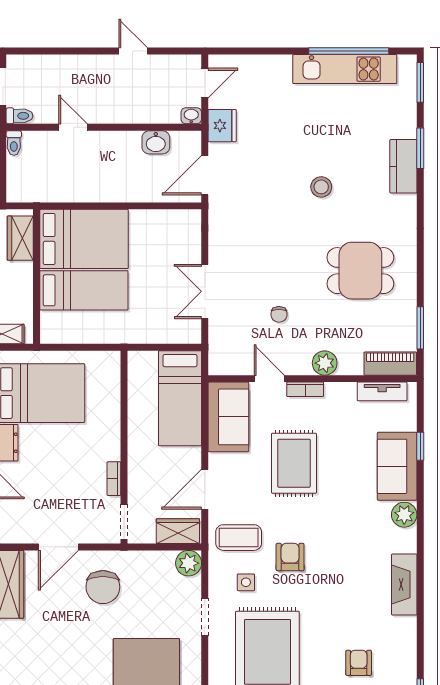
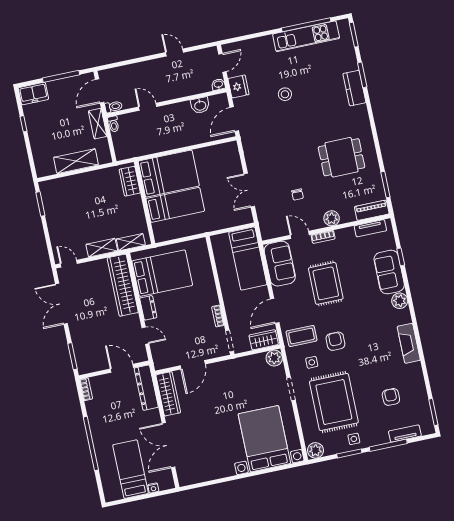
stool: (321, 187) -> (285, 94), moved
chair: (103, 587) -> (225, 384), removed

